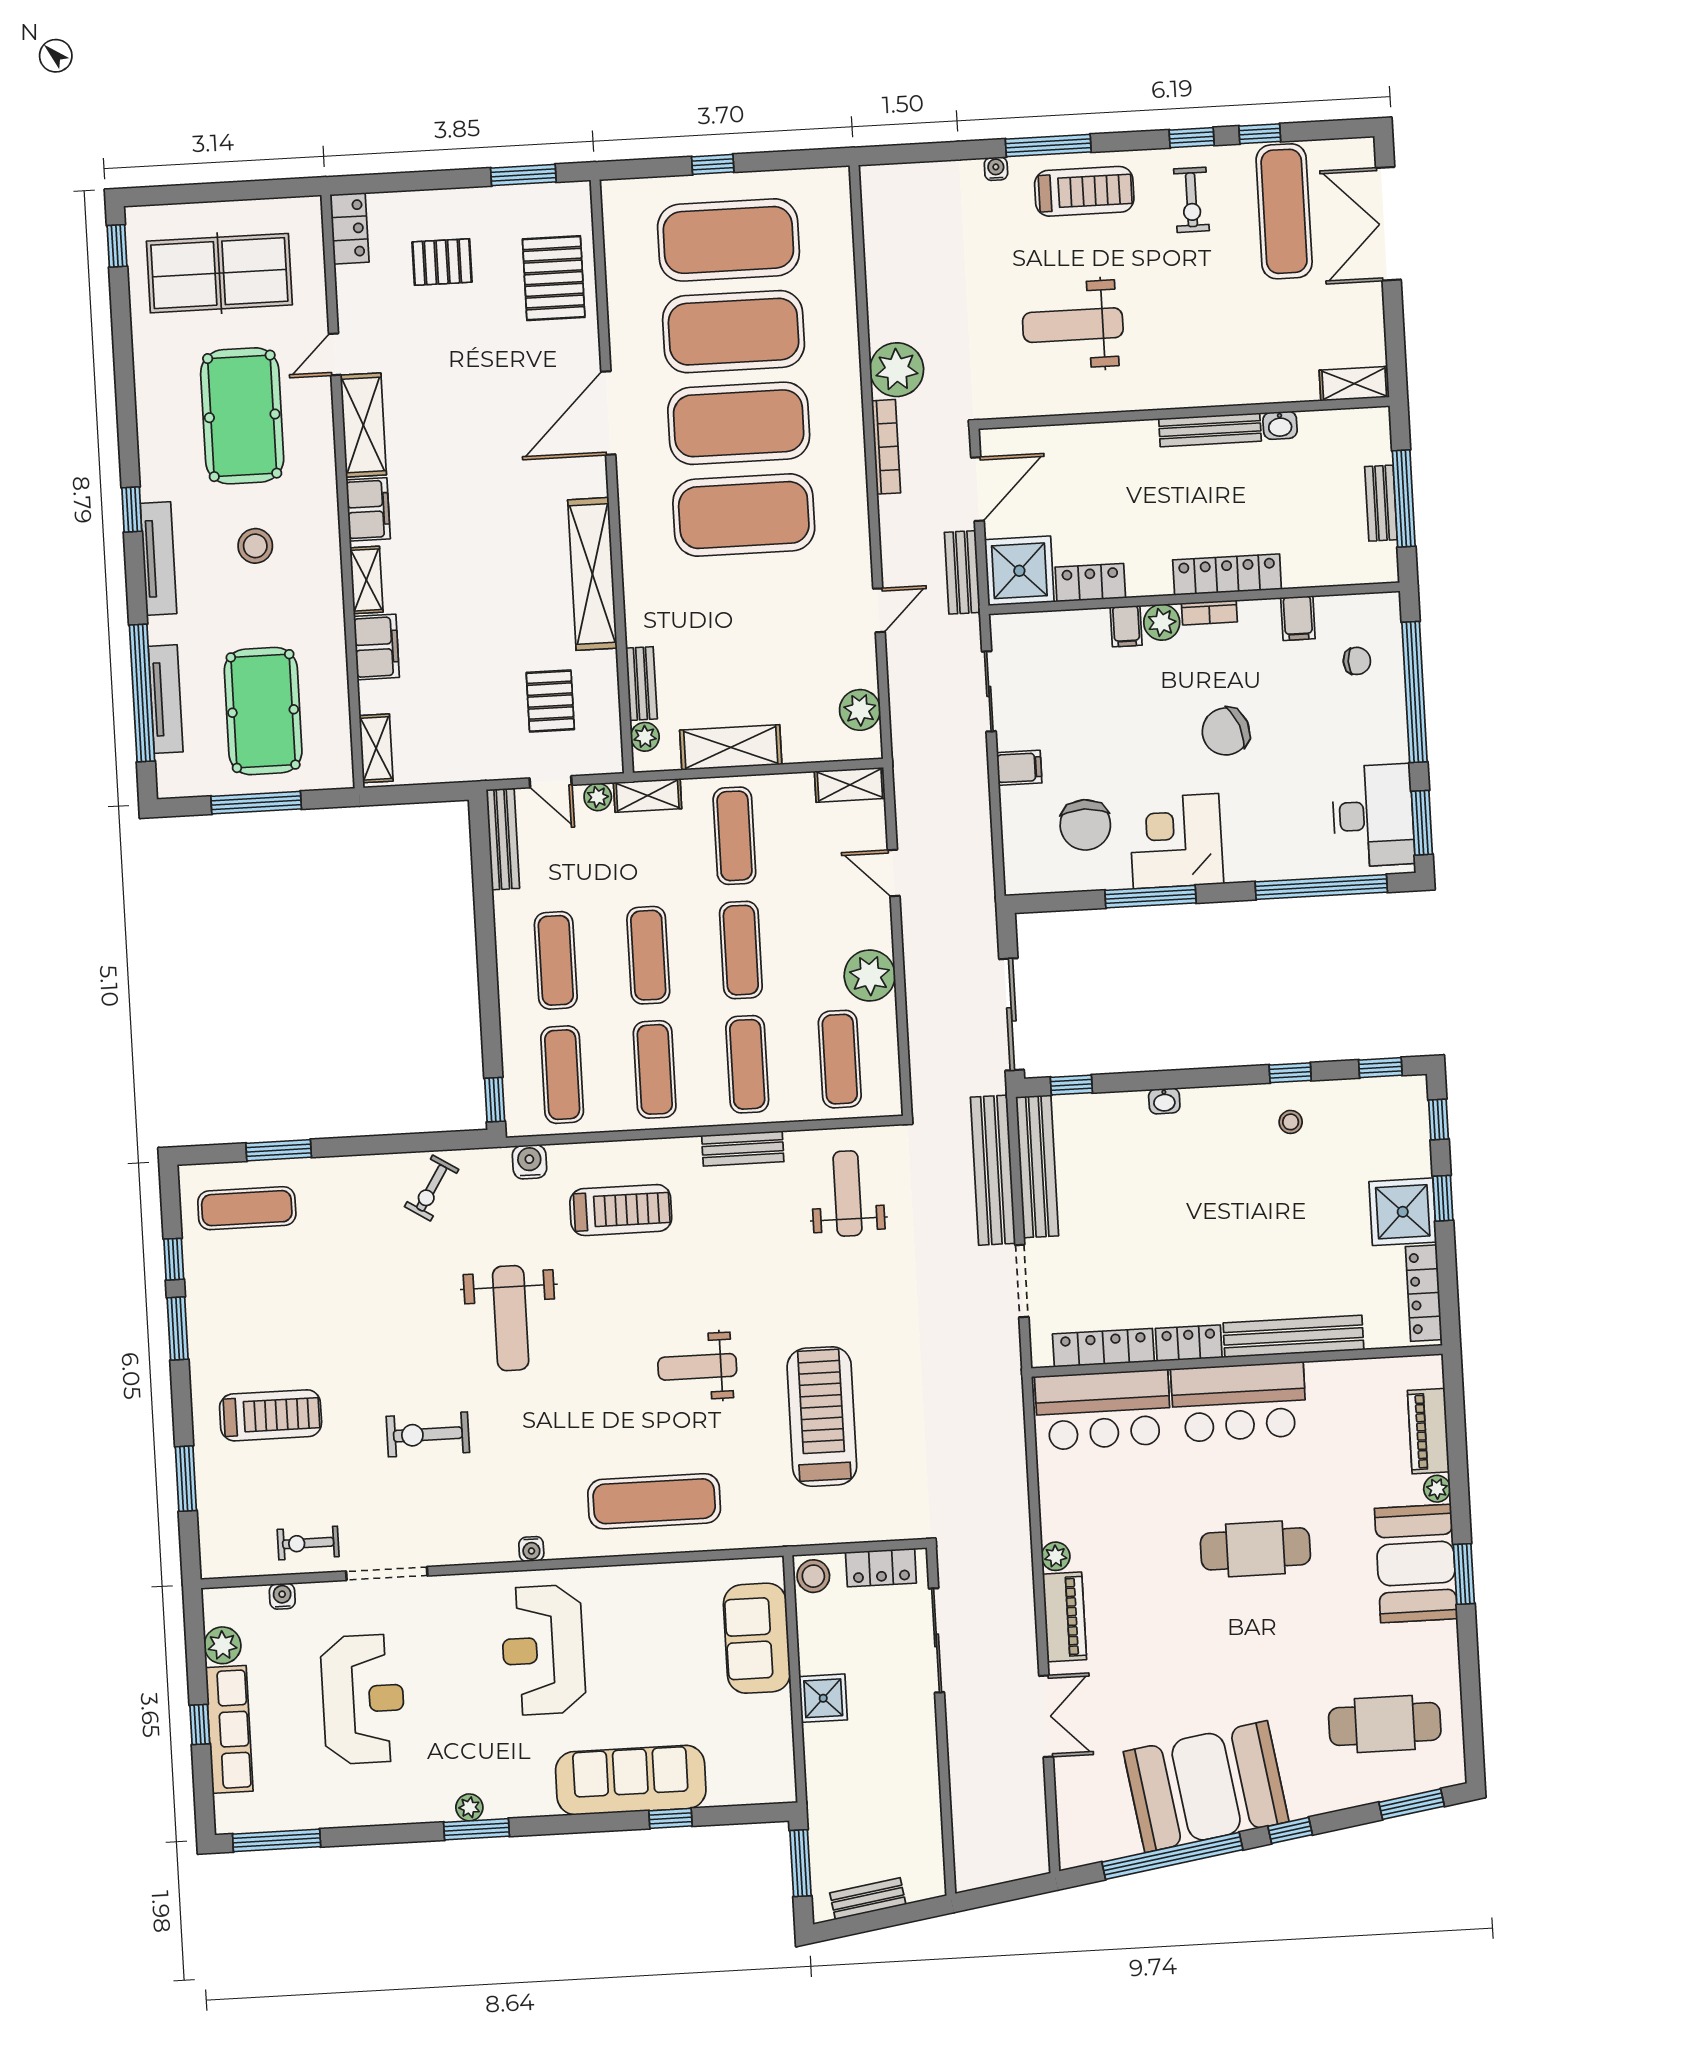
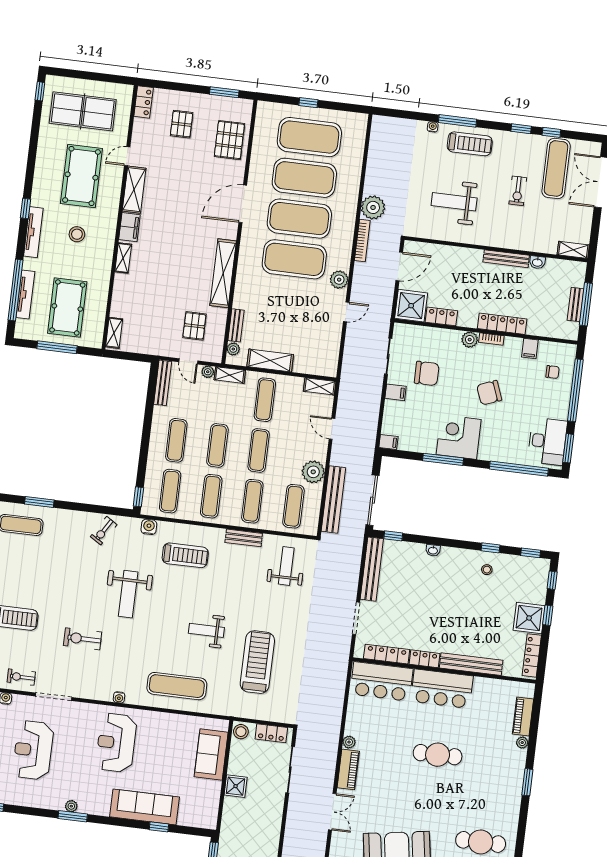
exercise bike: (1191, 200) -> (518, 191), moved
pallet: (442, 262) -> (182, 124), turned 90
bench: (962, 572) -> (386, 302), removed
filing cabinet: (1126, 626) -> (388, 442), moved, turned -90
filing cabinet: (376, 647) -> (122, 288), removed
plant: (860, 710) -> (339, 280), moved
chair: (1085, 825) -> (427, 373), moved, turned -90
bench: (993, 1170) -> (333, 499), moved
booth: (1416, 1564) -> (507, 774), removed
reception desk: (363, 1699) -> (33, 750), turned 180

